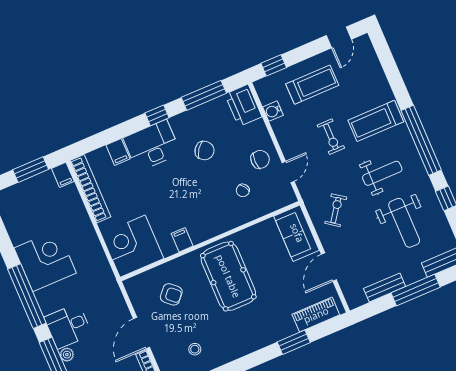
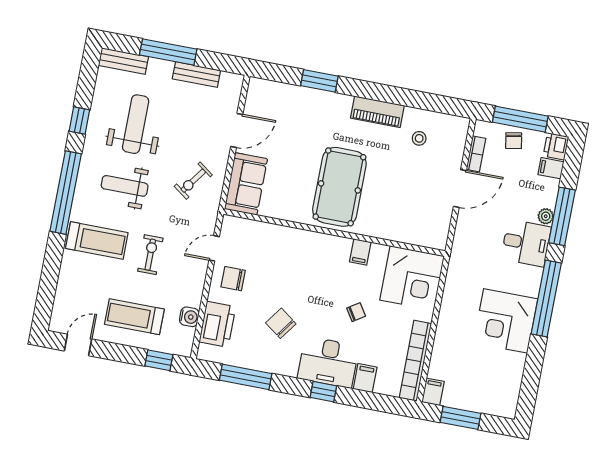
printer: (243, 105) -> (217, 324), moved
window: (157, 115) -> (323, 392), moved
chair: (243, 190) -> (356, 312), moved
armchair: (171, 294) -> (406, 206), removed
piano: (316, 315) -> (377, 112), moved

